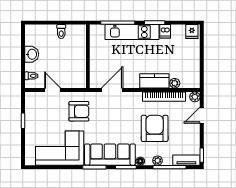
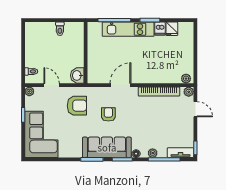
fridge: (192, 32) -> (172, 29), moved
washbasin: (32, 54) -> (77, 75), moved, turned 180
kitchen counter: (154, 81) -> (150, 76), removed
plant: (175, 83) -> (186, 79), moved
door: (112, 90) -> (121, 85), moved
plant: (30, 97) -> (29, 91), added
door: (202, 115) -> (195, 109), swing flipped
armchair: (155, 128) -> (108, 114), moved, width x0.53, depth x0.53
corner sofa: (60, 148) -> (41, 134), moved, turned 90

